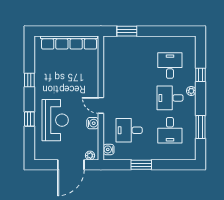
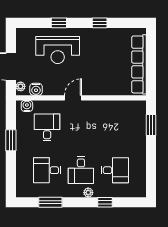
desk: (170, 98) -> (81, 170), turned 180
water cooler: (93, 123) -> (36, 89), moved

